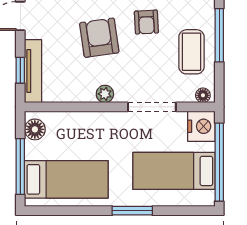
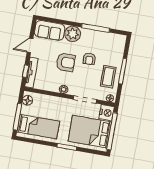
armchair: (99, 38) -> (66, 62), turned 98
bed: (174, 171) -> (90, 132), width x1.50

